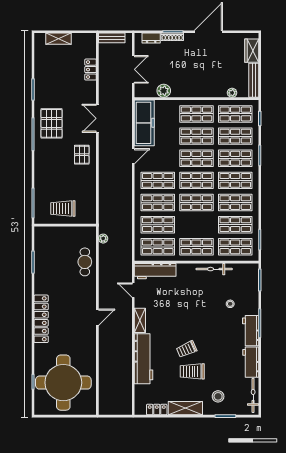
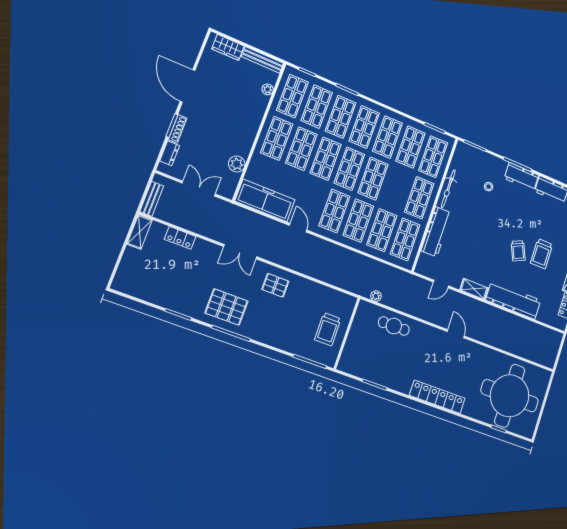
shelving: (59, 39) -> (140, 232), moved
workbench: (155, 271) -> (436, 232), moved

